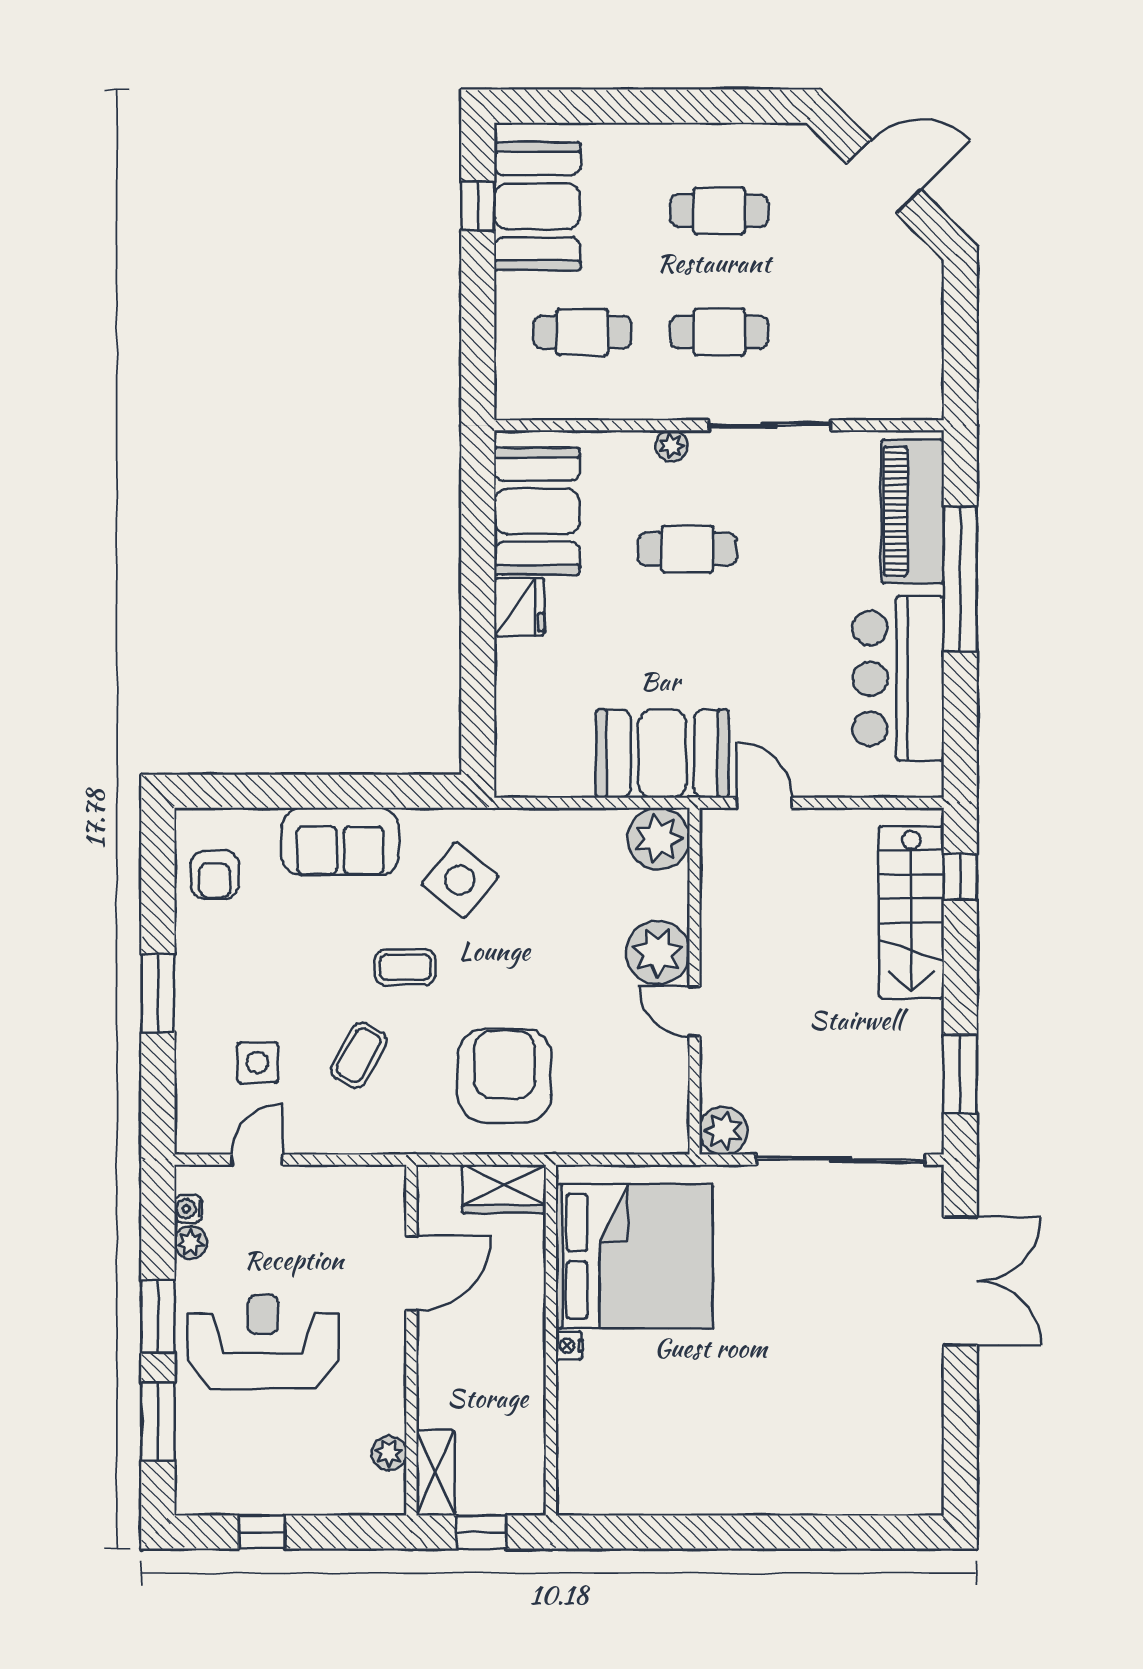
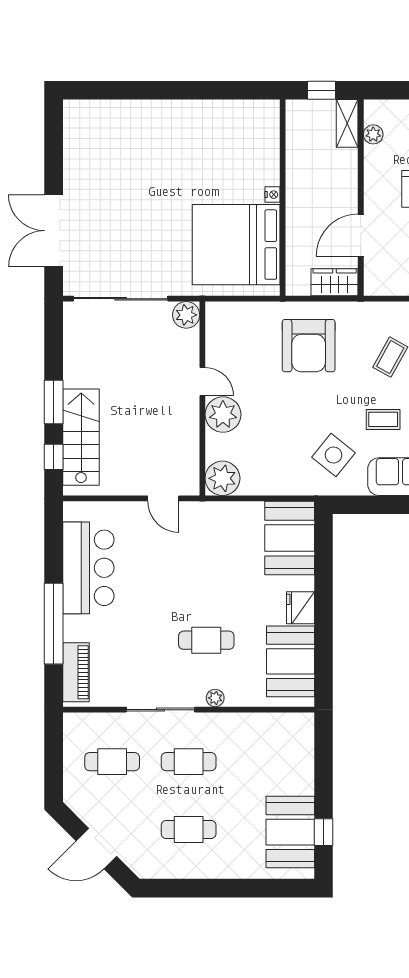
cafe table: (582, 332) -> (112, 762), moved
piano: (913, 511) -> (76, 672), width x0.73, depth x0.75
booth: (662, 753) -> (290, 538), moved, turned 90
coffee table: (405, 967) -> (383, 419), moved
window: (960, 1074) -> (54, 402), moved
wardrobe: (504, 1189) -> (335, 282), moved

